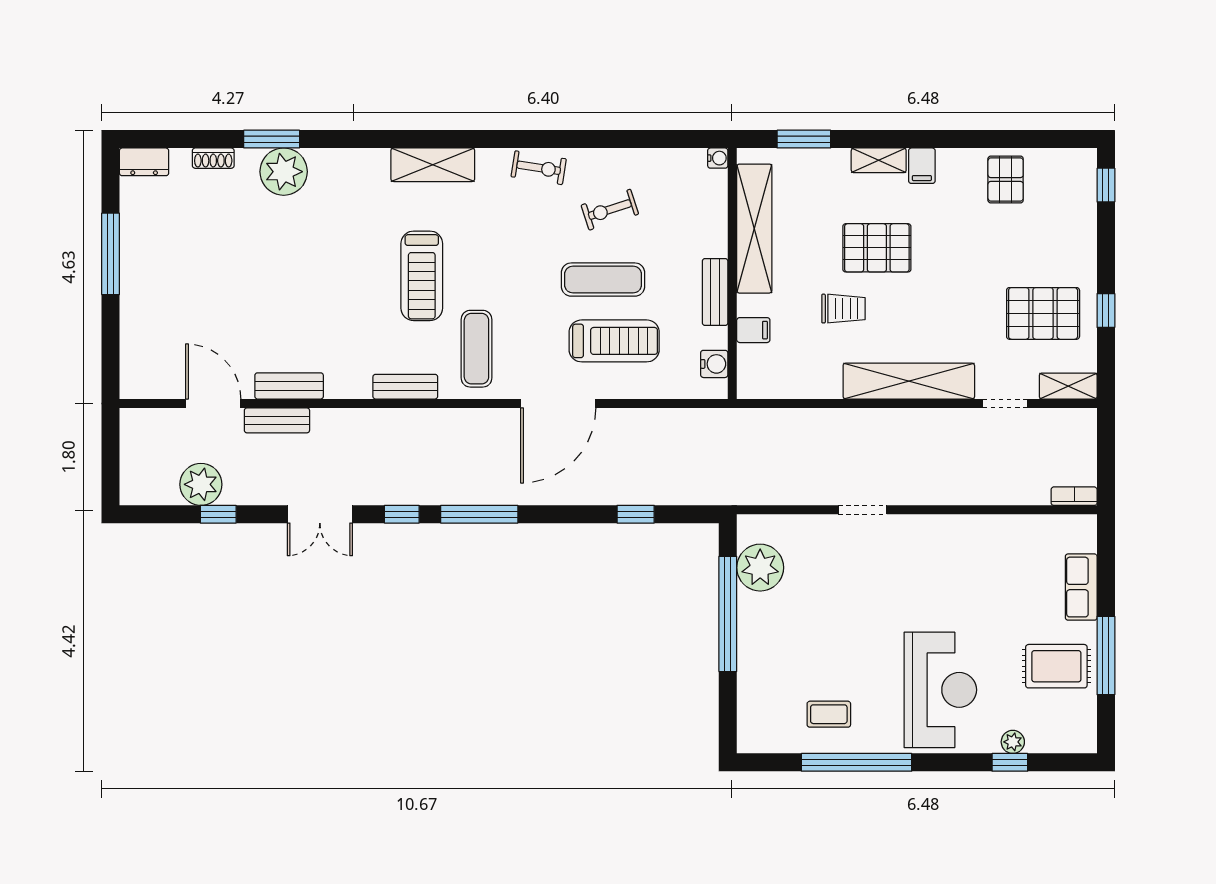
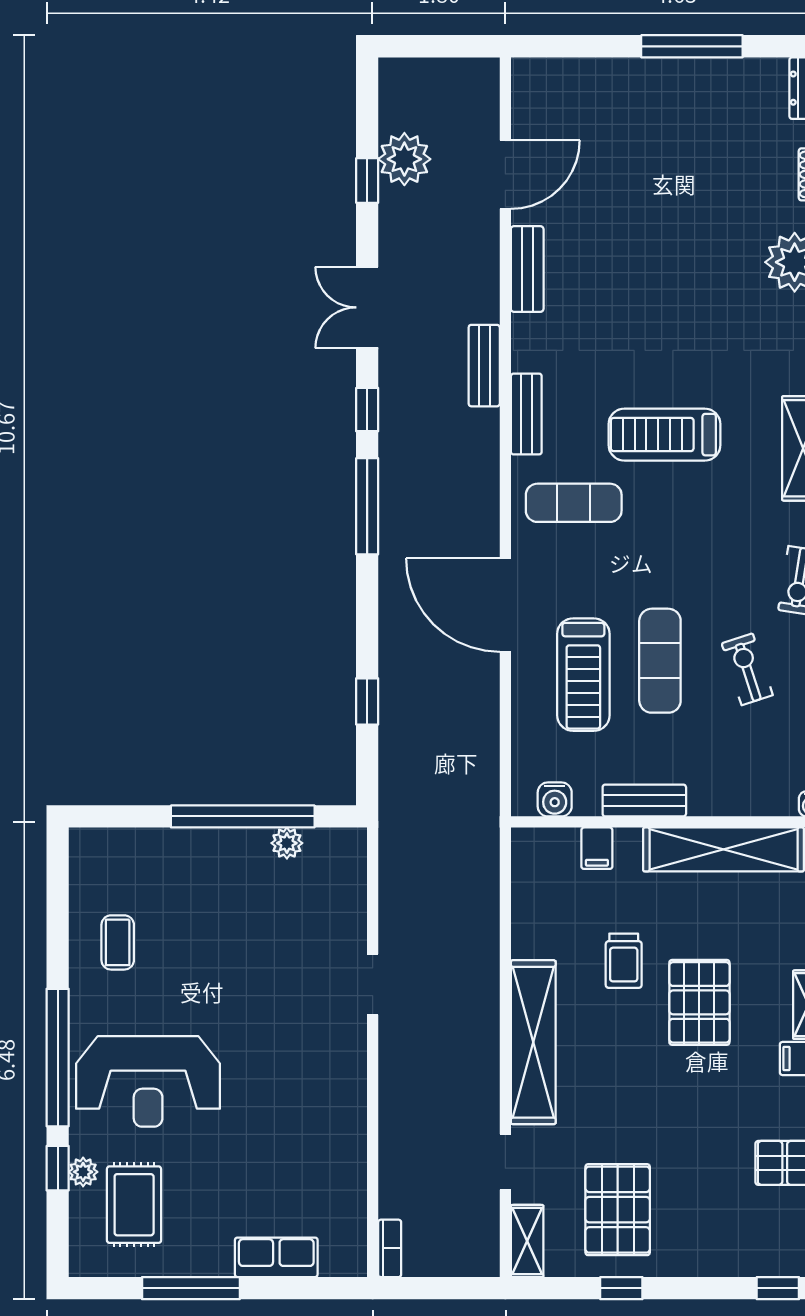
bench: (277, 420) -> (484, 366), moved
plant: (760, 568) -> (287, 843), width x0.53, depth x0.53
rug: (1056, 666) -> (134, 1205), moved
window: (857, 762) -> (58, 1058), moved

